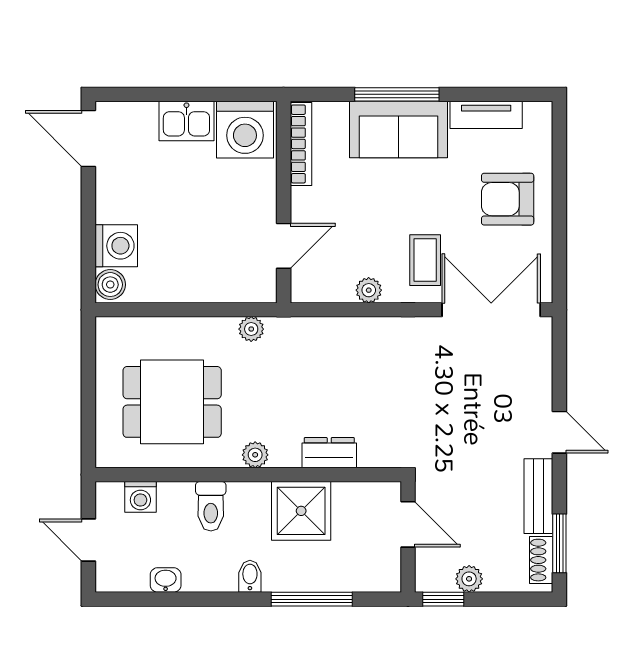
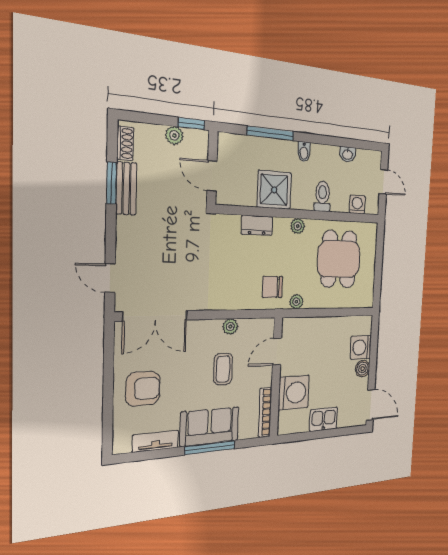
washing machine: (245, 130) -> (294, 393), moved, turned 90
coffee table: (425, 260) -> (223, 369), moved
boiler: (110, 285) -> (363, 369), moved
chair: (297, 354) -> (272, 287), added
dining table: (172, 402) -> (339, 259), turned 90
door: (559, 432) -> (110, 278), moved
window: (559, 543) -> (112, 183), moved

